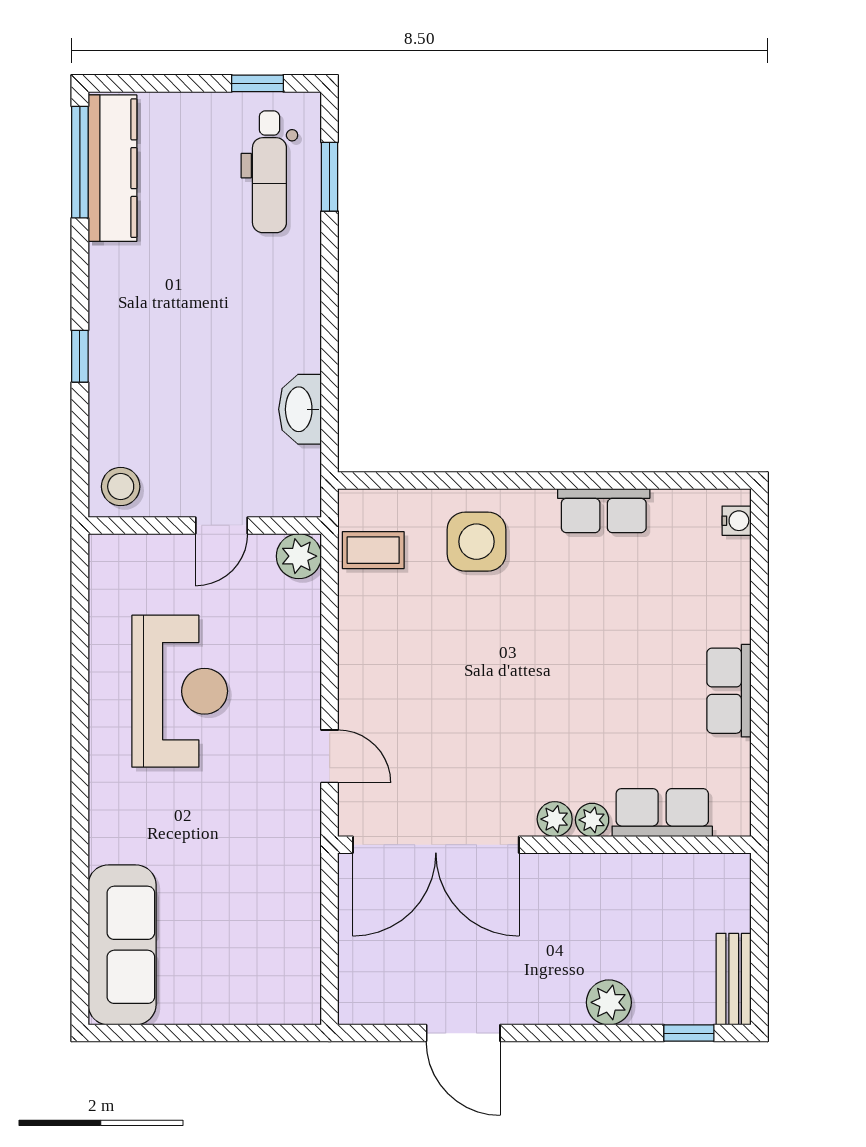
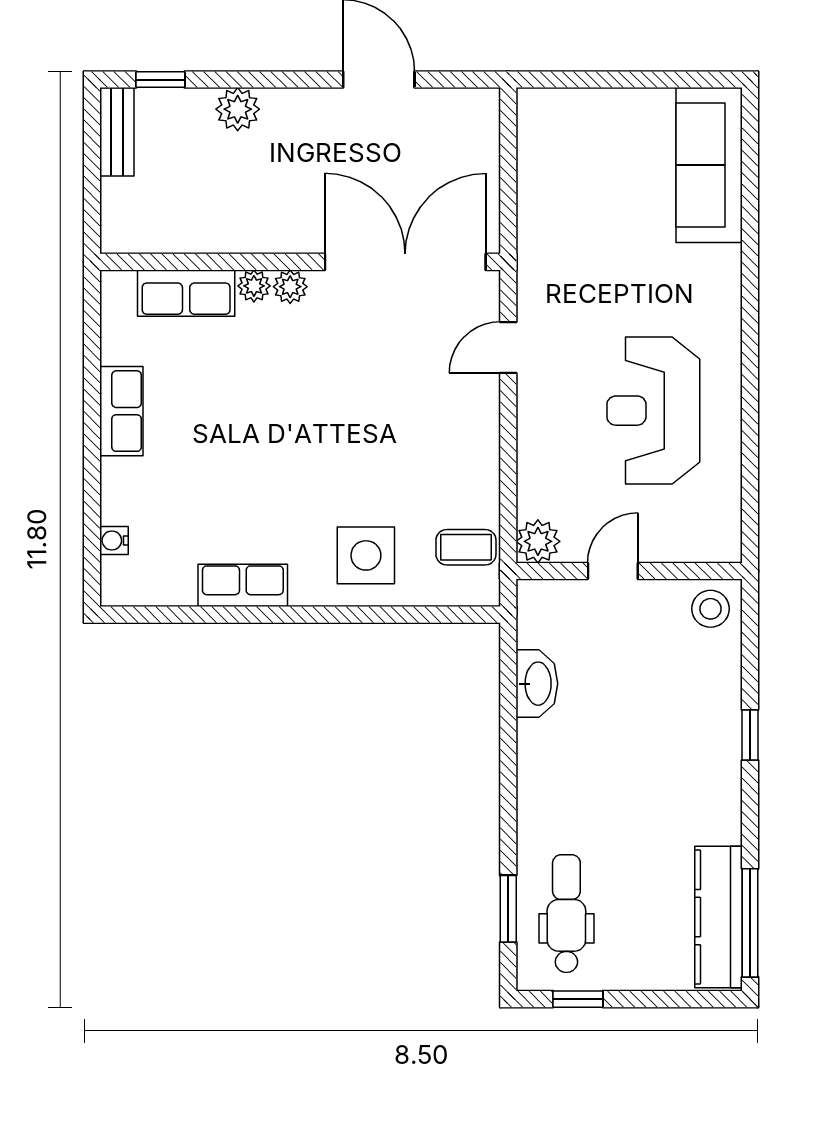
water cooler: (737, 521) -> (114, 541), moved
door: (330, 756) -> (508, 347), hinge flipped

